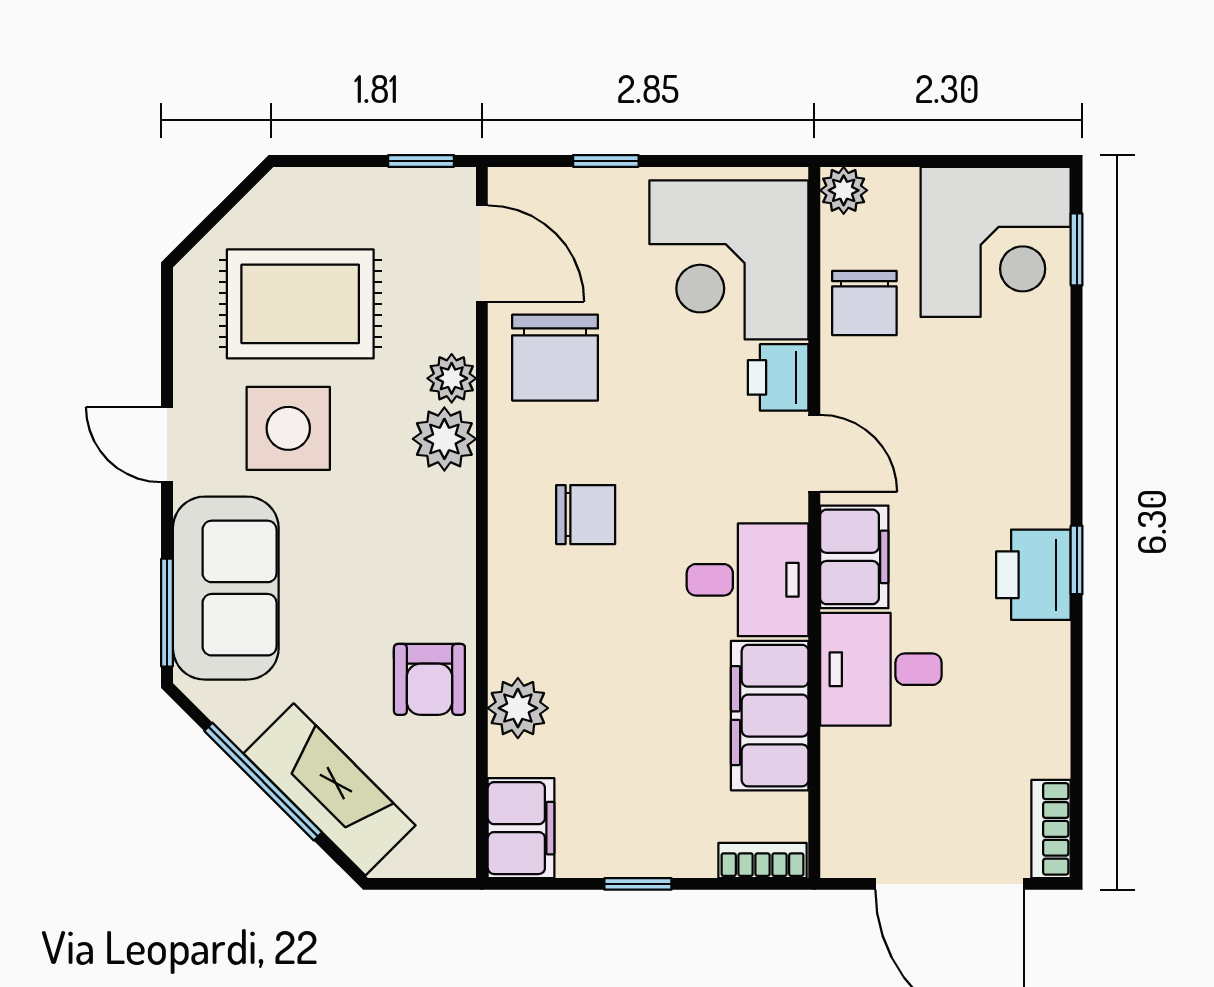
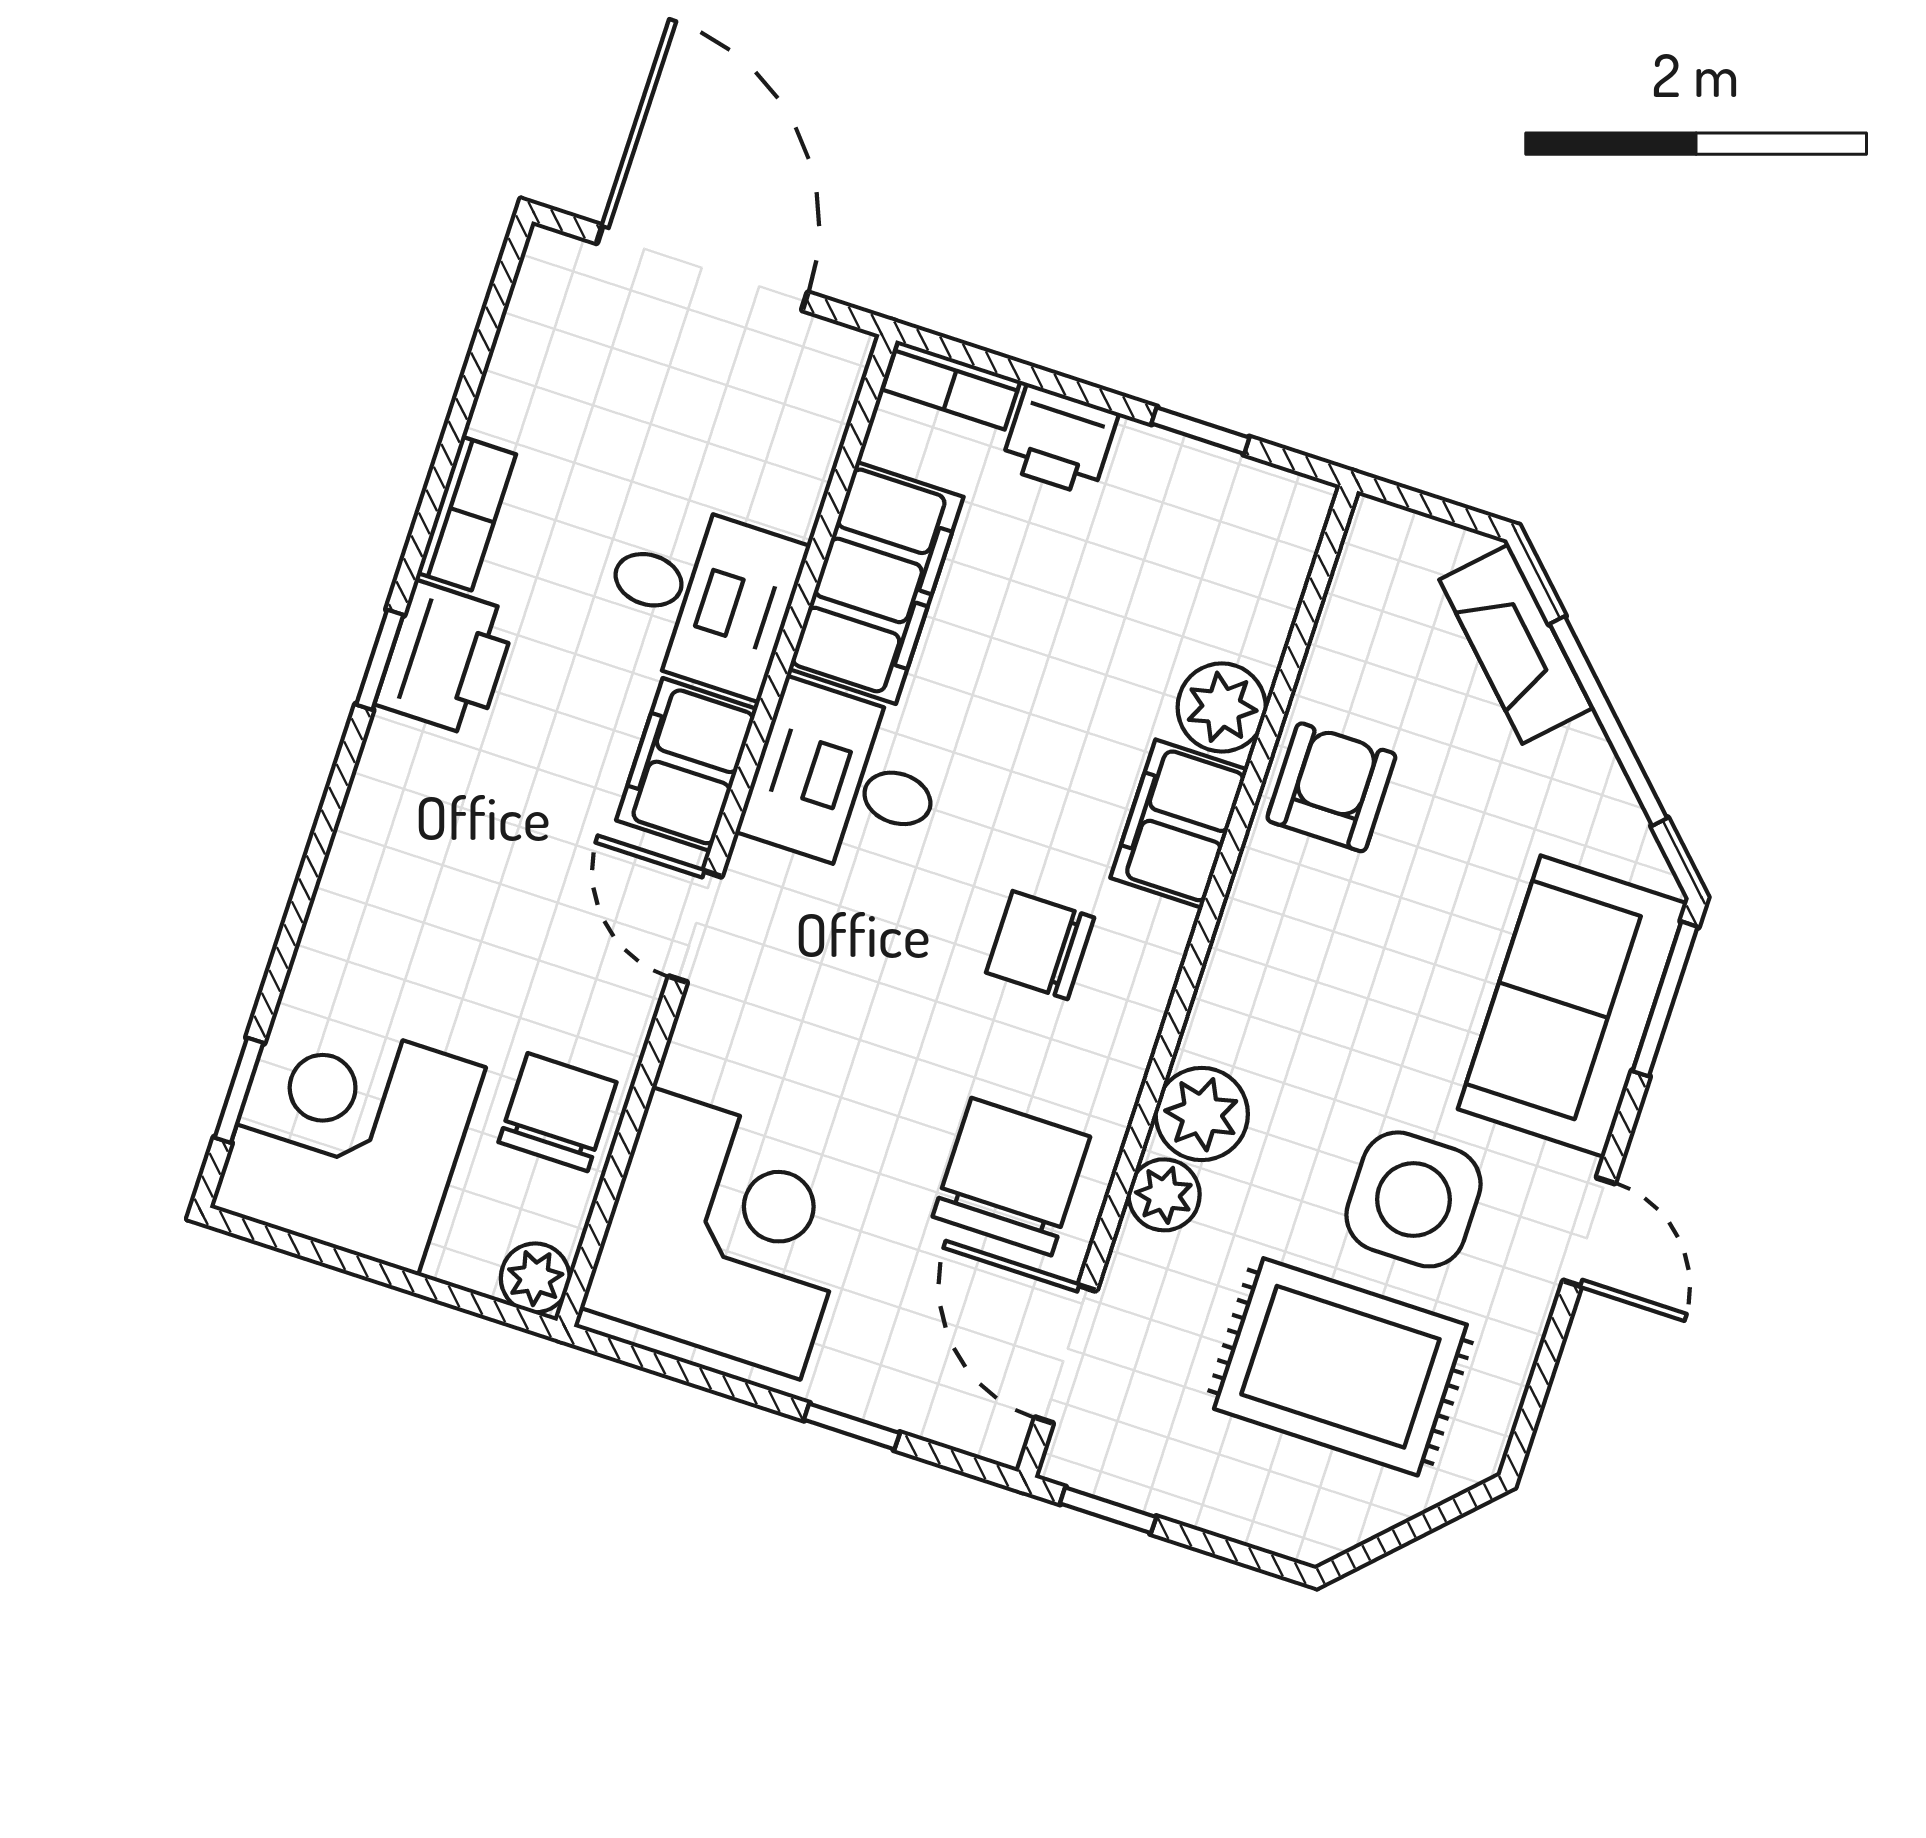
printer: (778, 377) -> (1060, 440), moved, turned 90
fireplace: (330, 789) -> (1516, 644), width x0.73, depth x0.76
filing cabinet: (521, 828) -> (1179, 824), moved
bookcase: (1051, 829) -> (467, 514), moved
window: (638, 884) -> (1200, 431), moved

